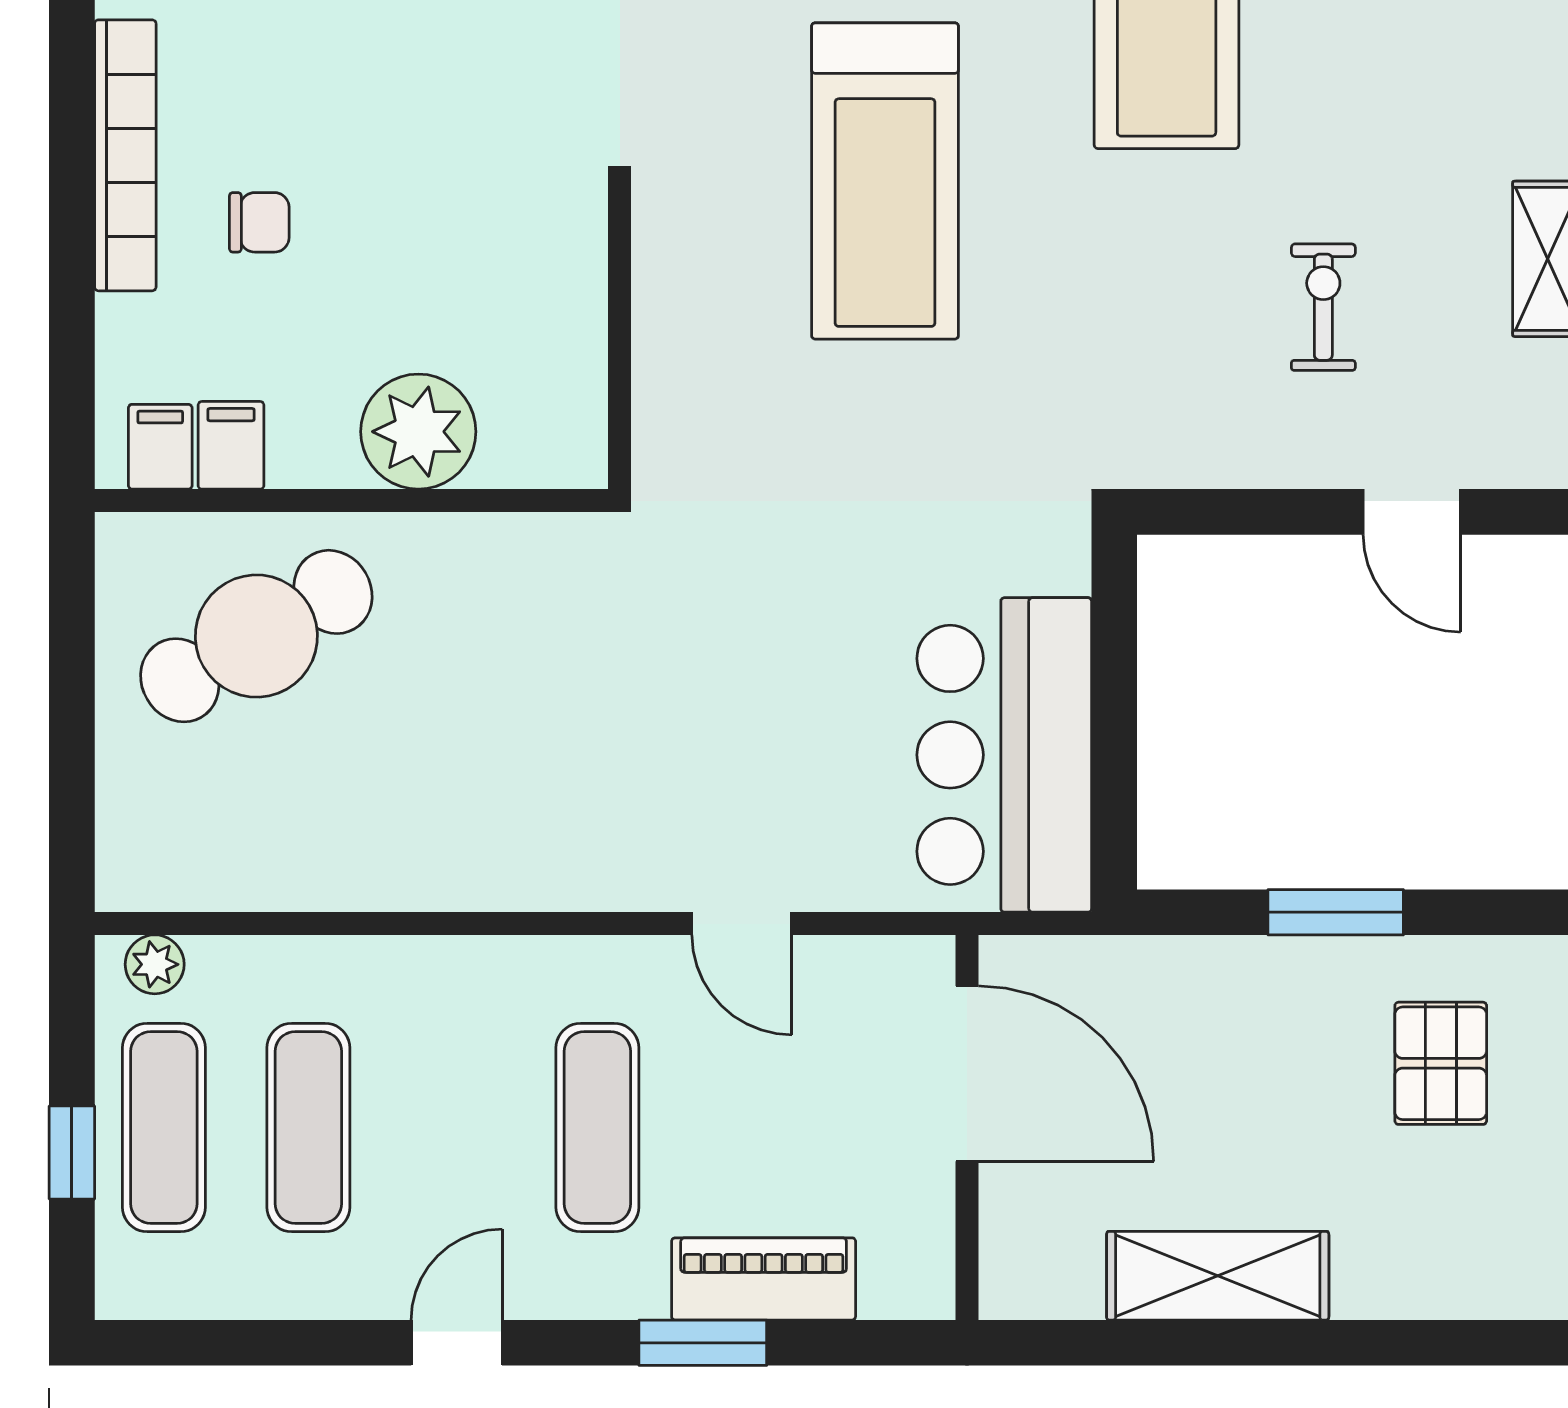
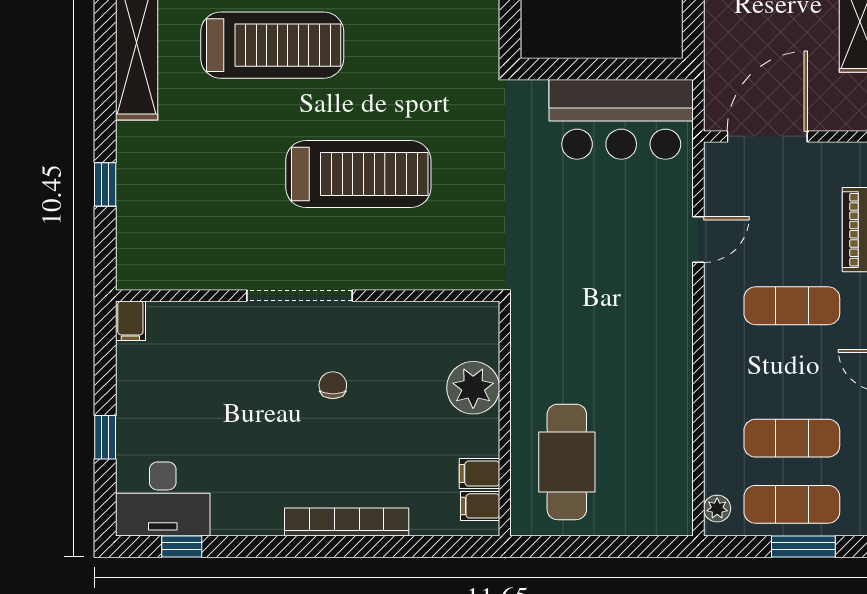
chair: (259, 222) -> (333, 385), moved
cafe table: (256, 636) -> (567, 462), turned 30
window: (72, 1152) -> (803, 546), width x1.50

